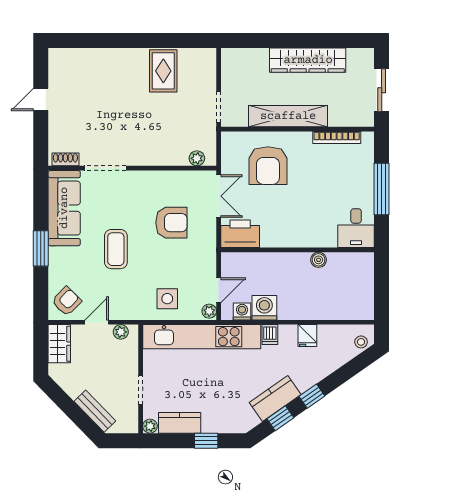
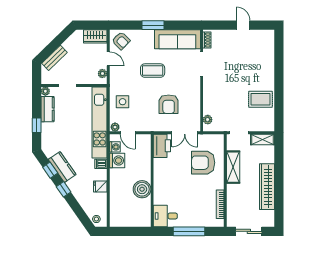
shelving: (230, 68) -> (263, 139), added
shelving: (288, 116) -> (233, 167), width x0.68
boiler: (319, 260) -> (142, 189), width x1.86, depth x1.86

